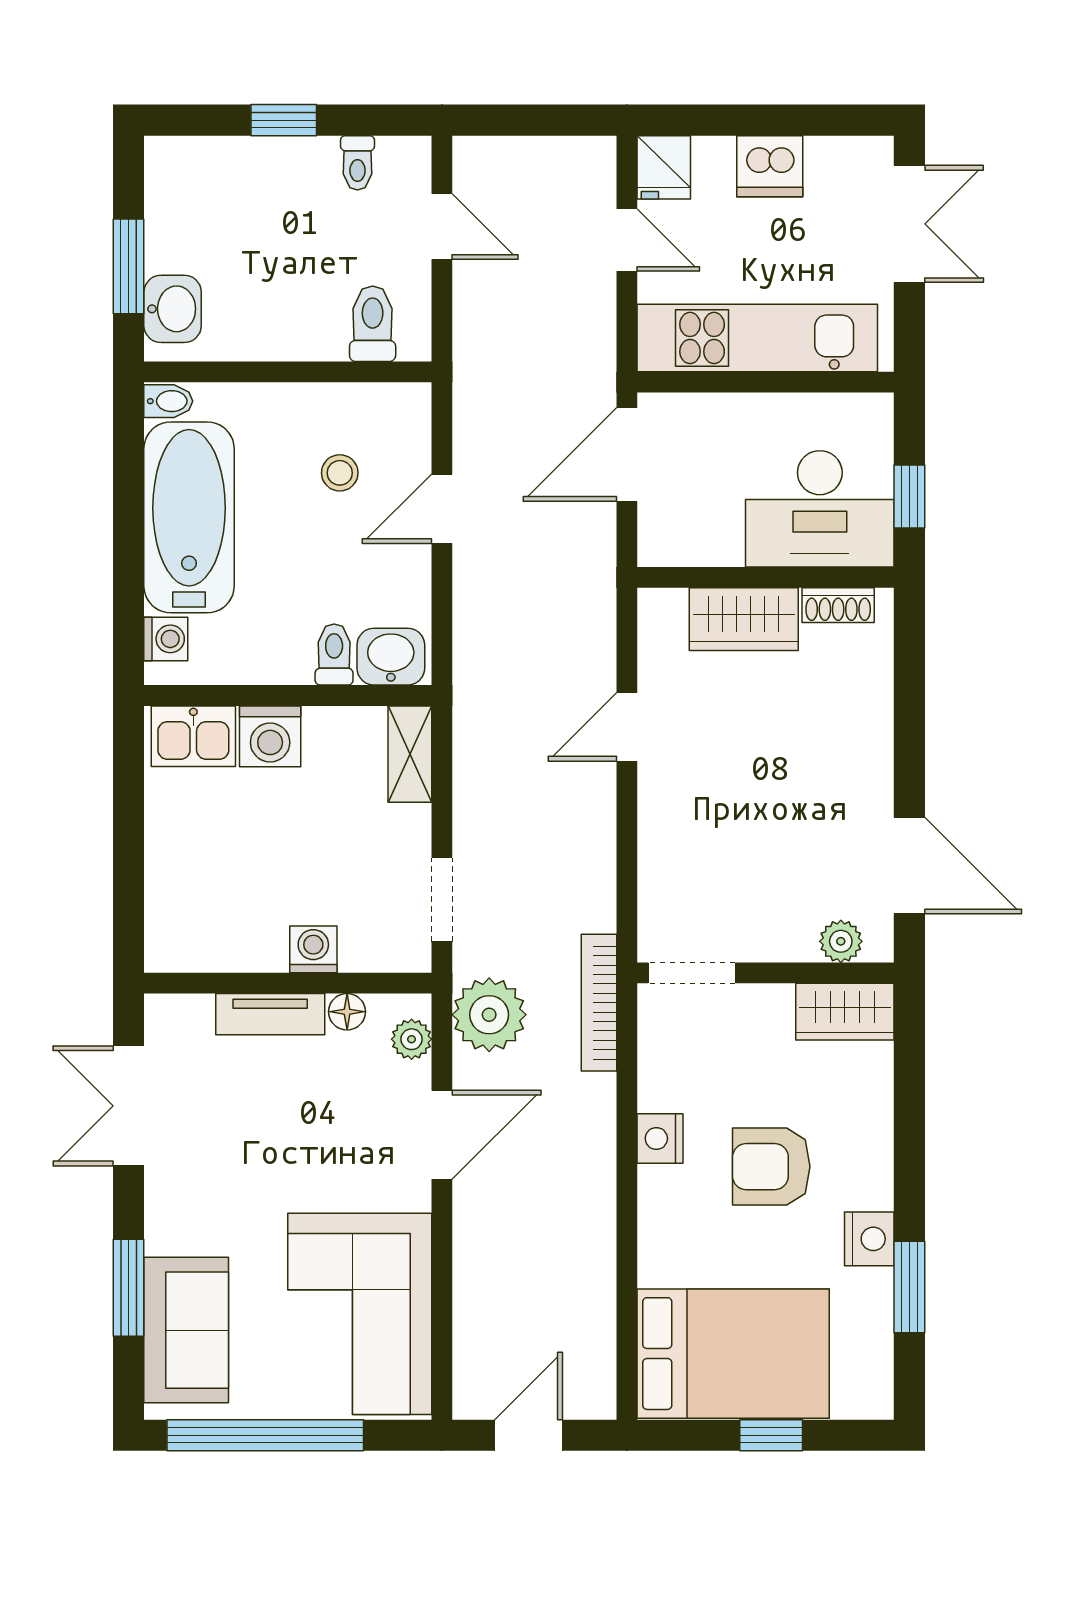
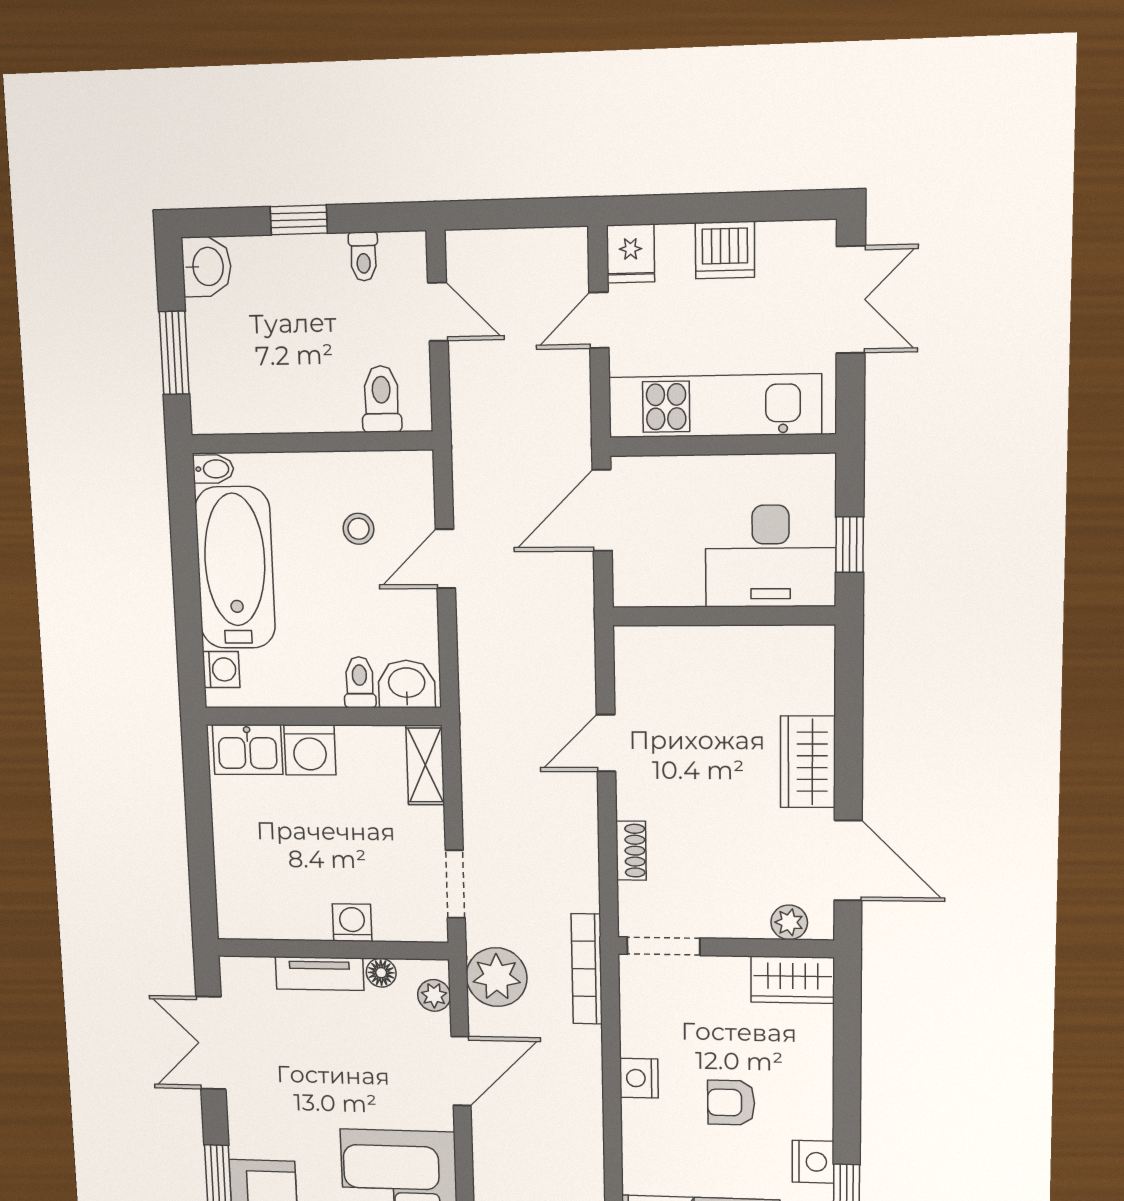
door: (627, 240) -> (599, 320), swing flipped
washbasin: (173, 309) -> (207, 266), moved
shoe rack: (838, 605) -> (631, 851), moved, turned -90
wardrobe: (744, 619) -> (808, 762), moved, turned 90
armchair: (771, 1167) -> (731, 1103), width x0.72, depth x0.72

